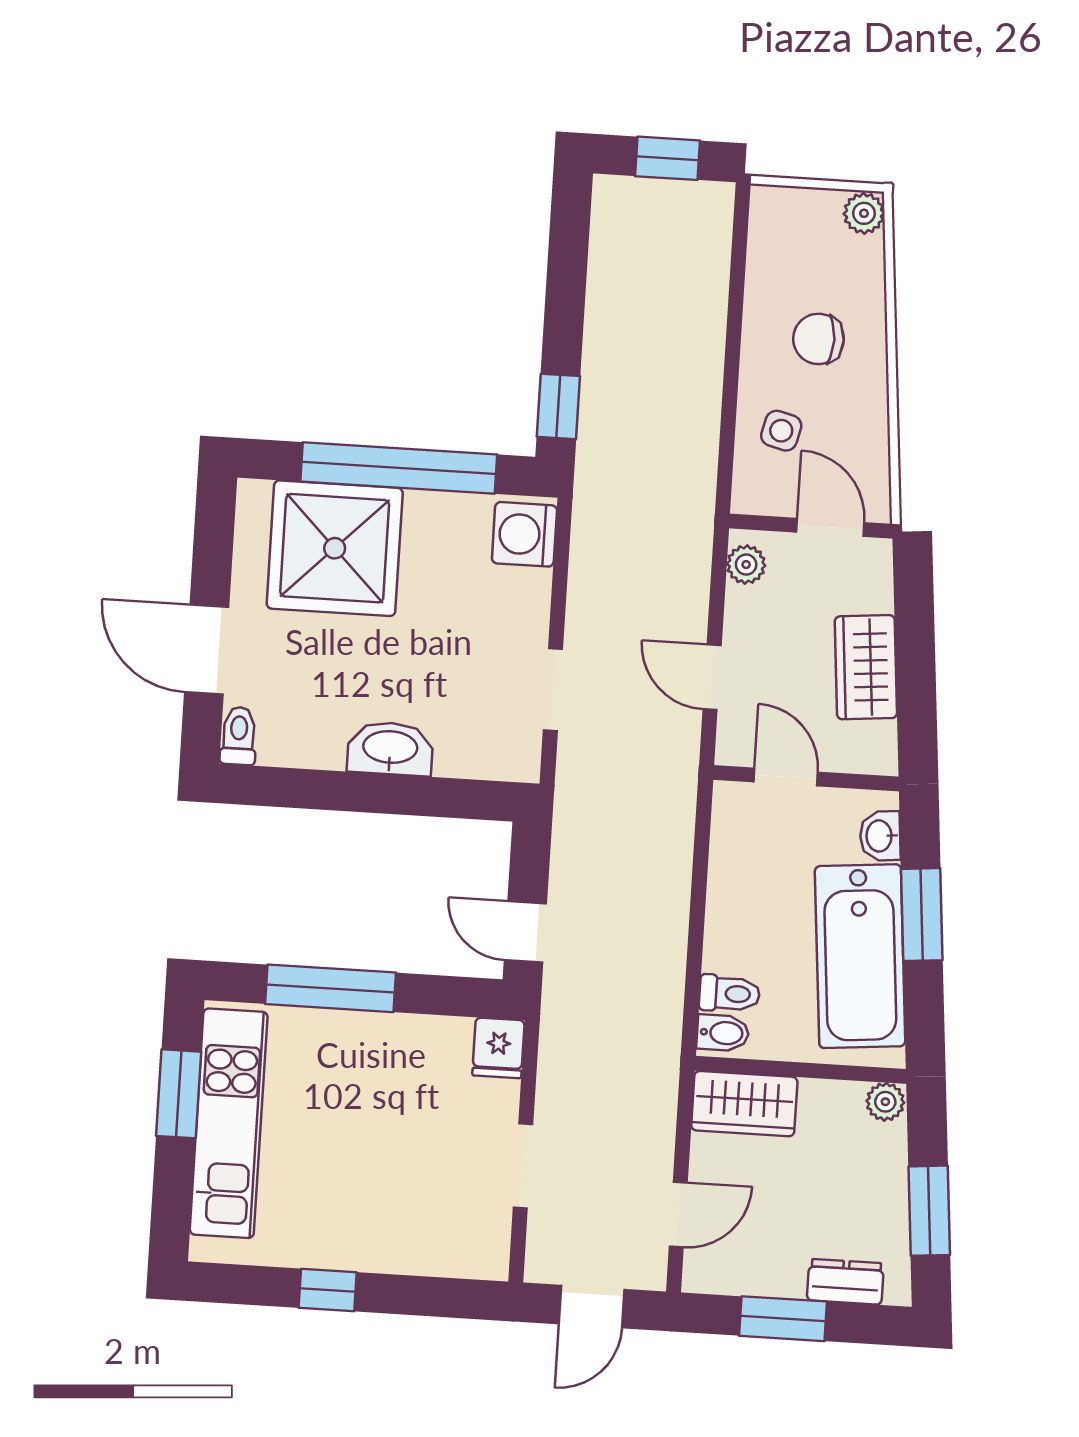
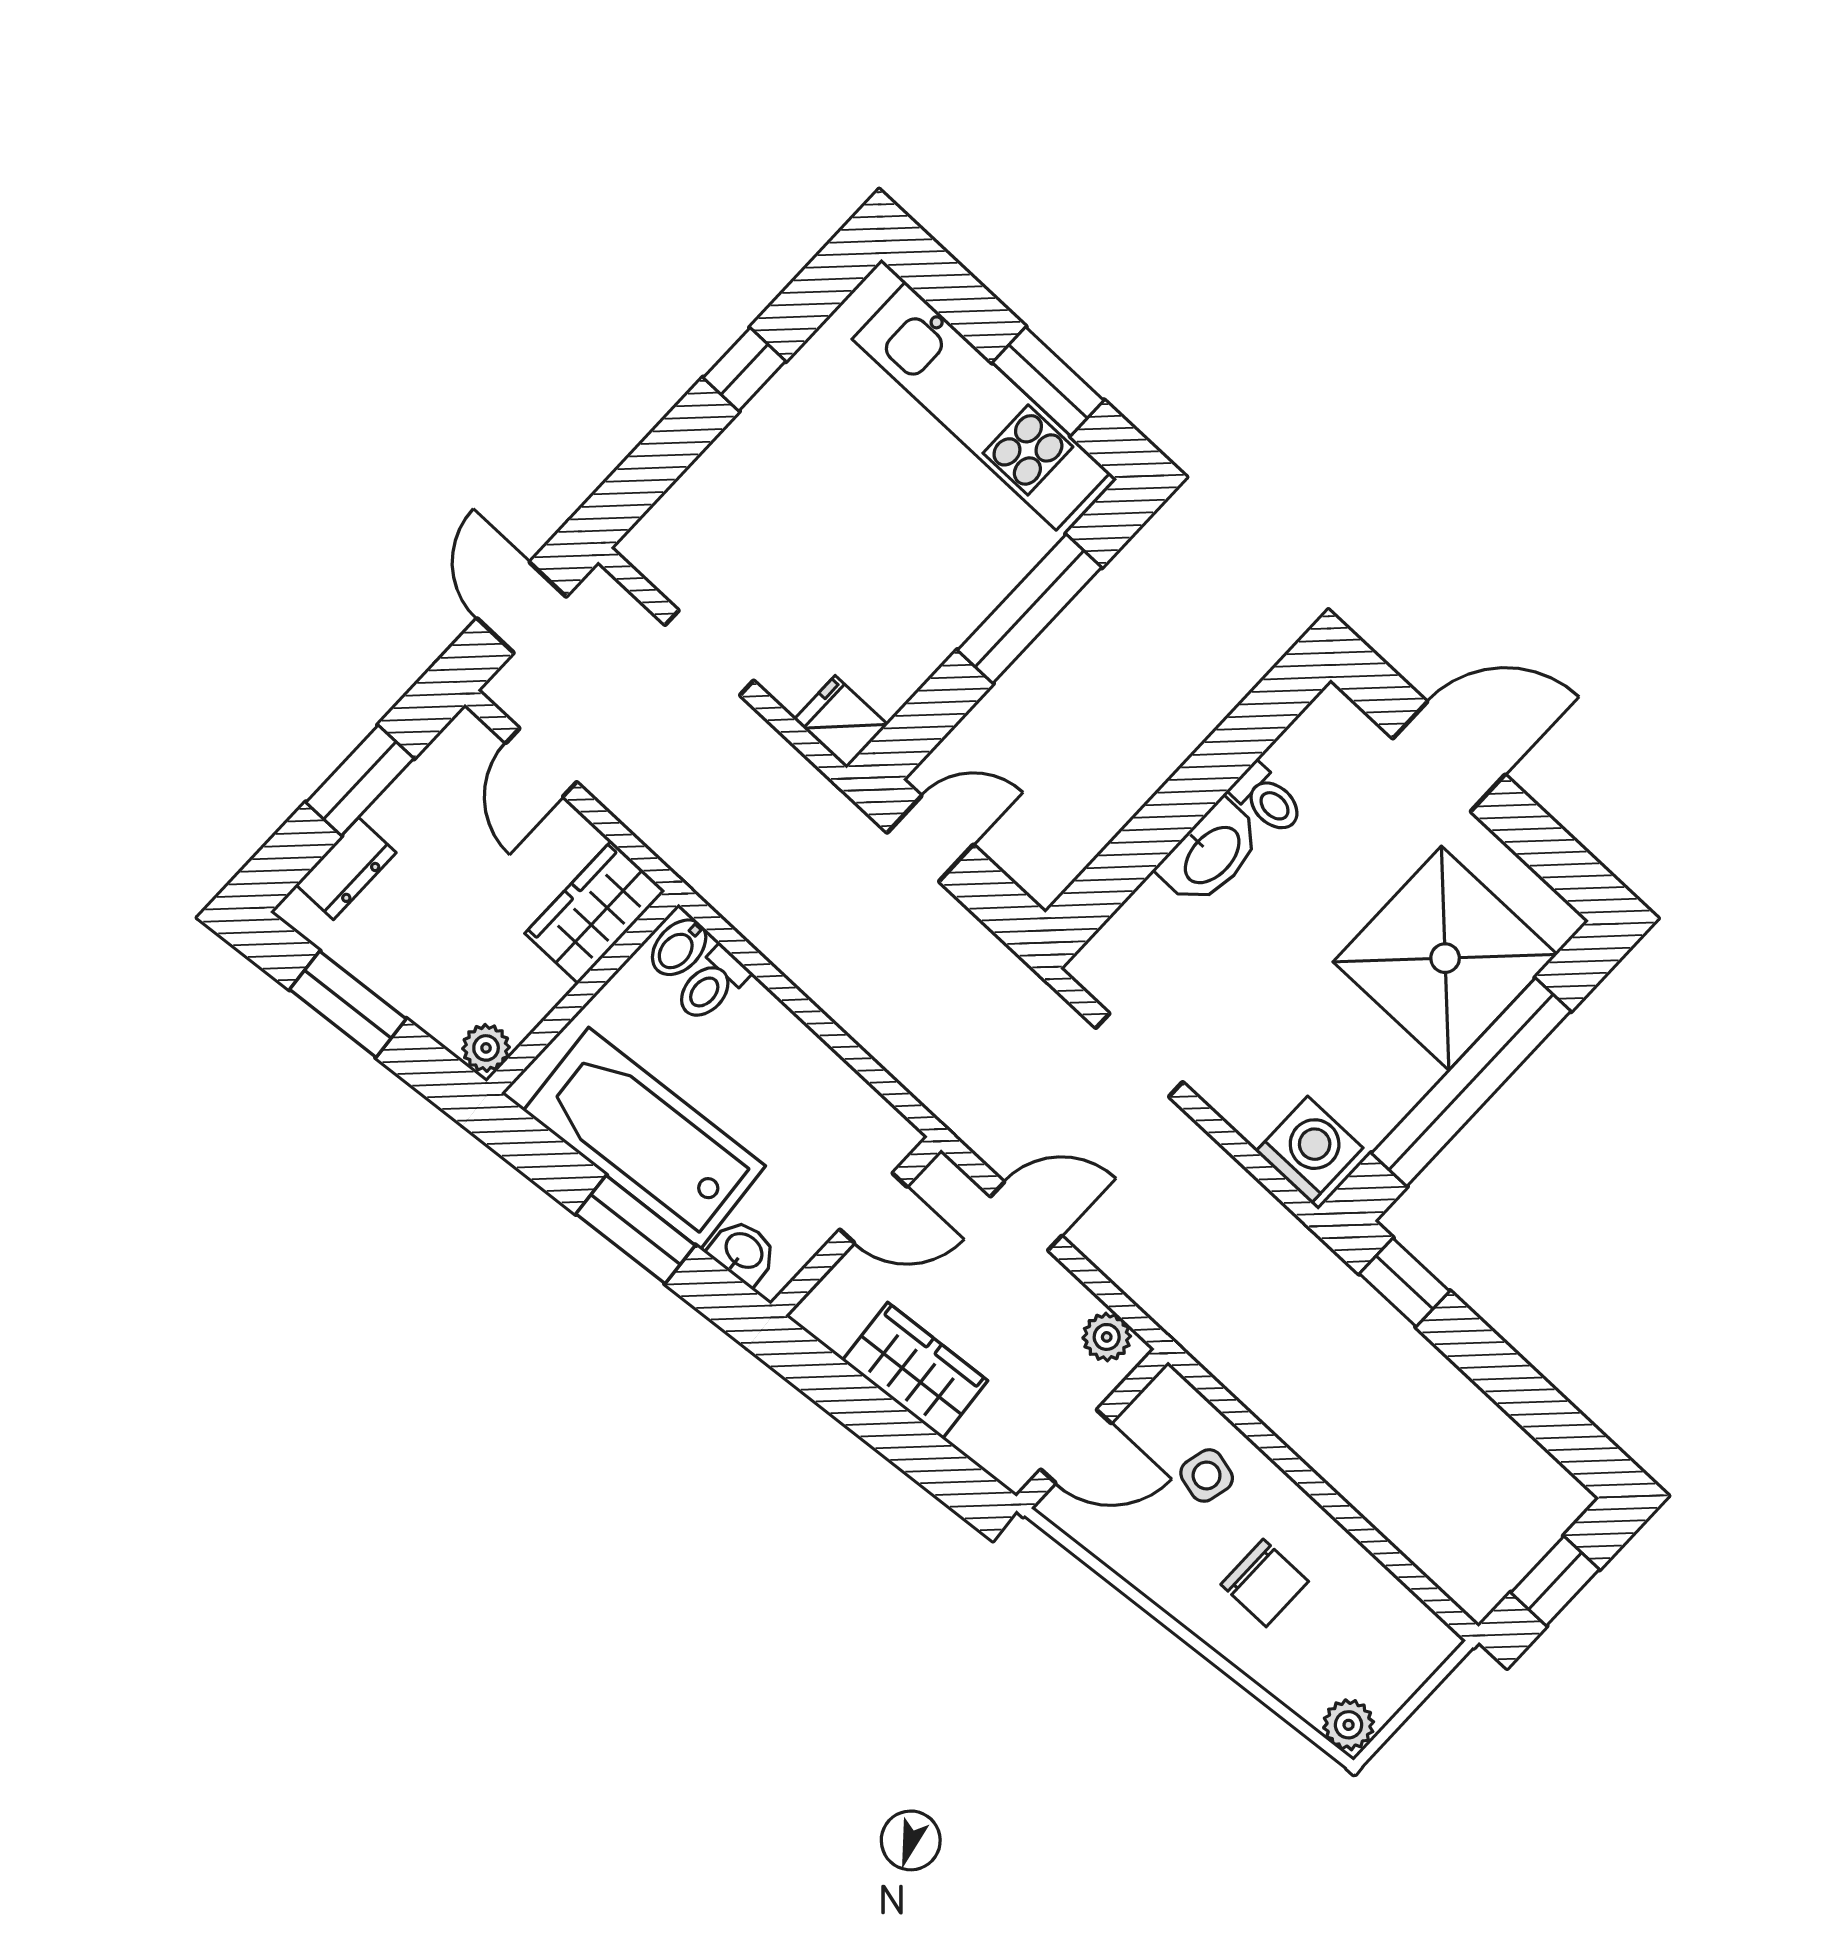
chair: (818, 339) -> (1265, 1583), turned 90
toilet: (239, 736) -> (1267, 799), moved

